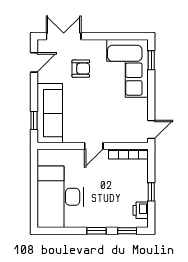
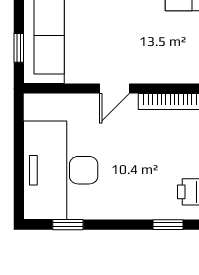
window: (96, 231) -> (68, 225), moved

